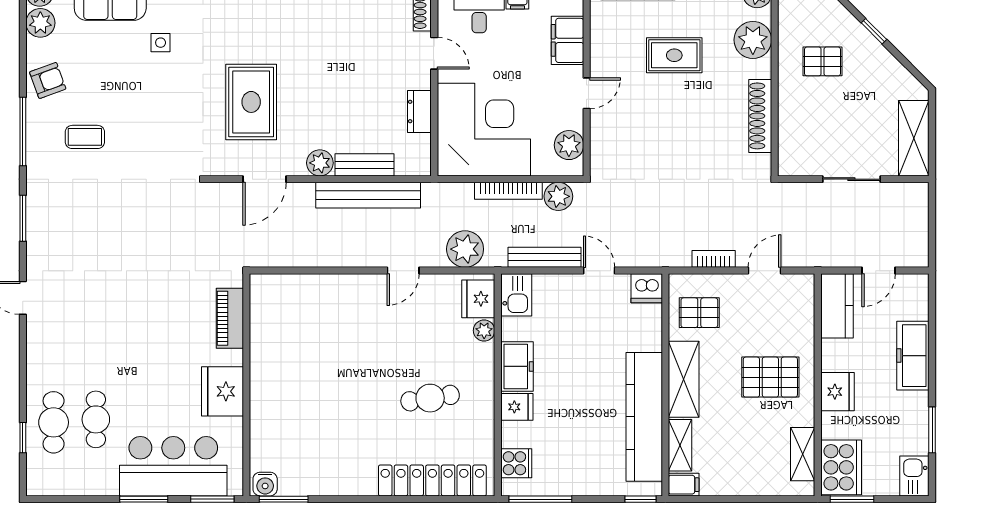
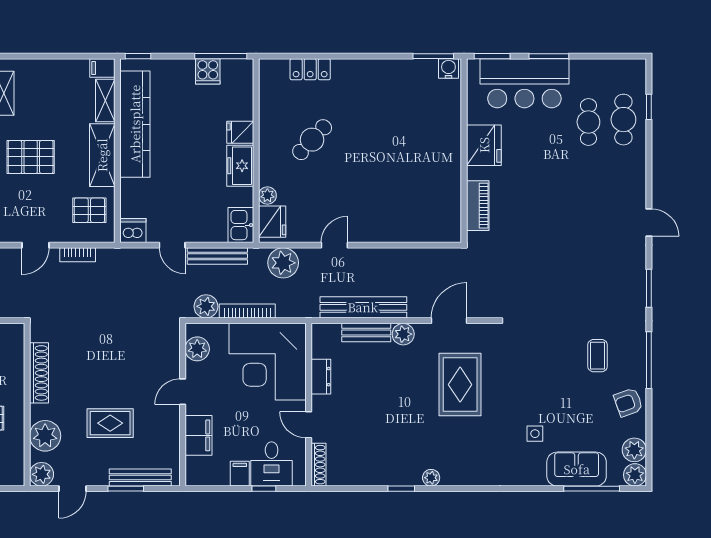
coffee table: (85, 137) -> (598, 356), turned 90
cafe table: (430, 398) -> (312, 140), turned -38
cooker: (516, 463) -> (208, 71), moved, turned -90
locker: (432, 480) -> (310, 69), width x0.46, depth x0.83

